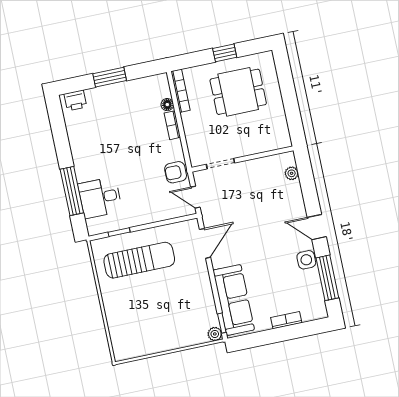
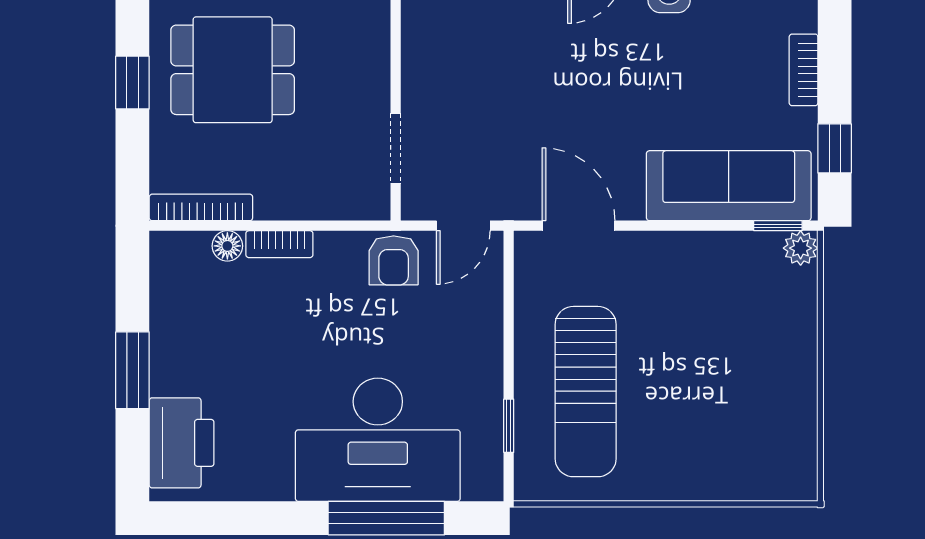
dining table: (238, 92) -> (233, 70), turned 90
printer: (75, 100) -> (182, 443), width x1.87, depth x1.48
desk: (100, 198) -> (378, 440), width x1.87, depth x1.30
sun lounger: (139, 260) -> (586, 392), turned 180
window: (258, 339) -> (835, 148), added

